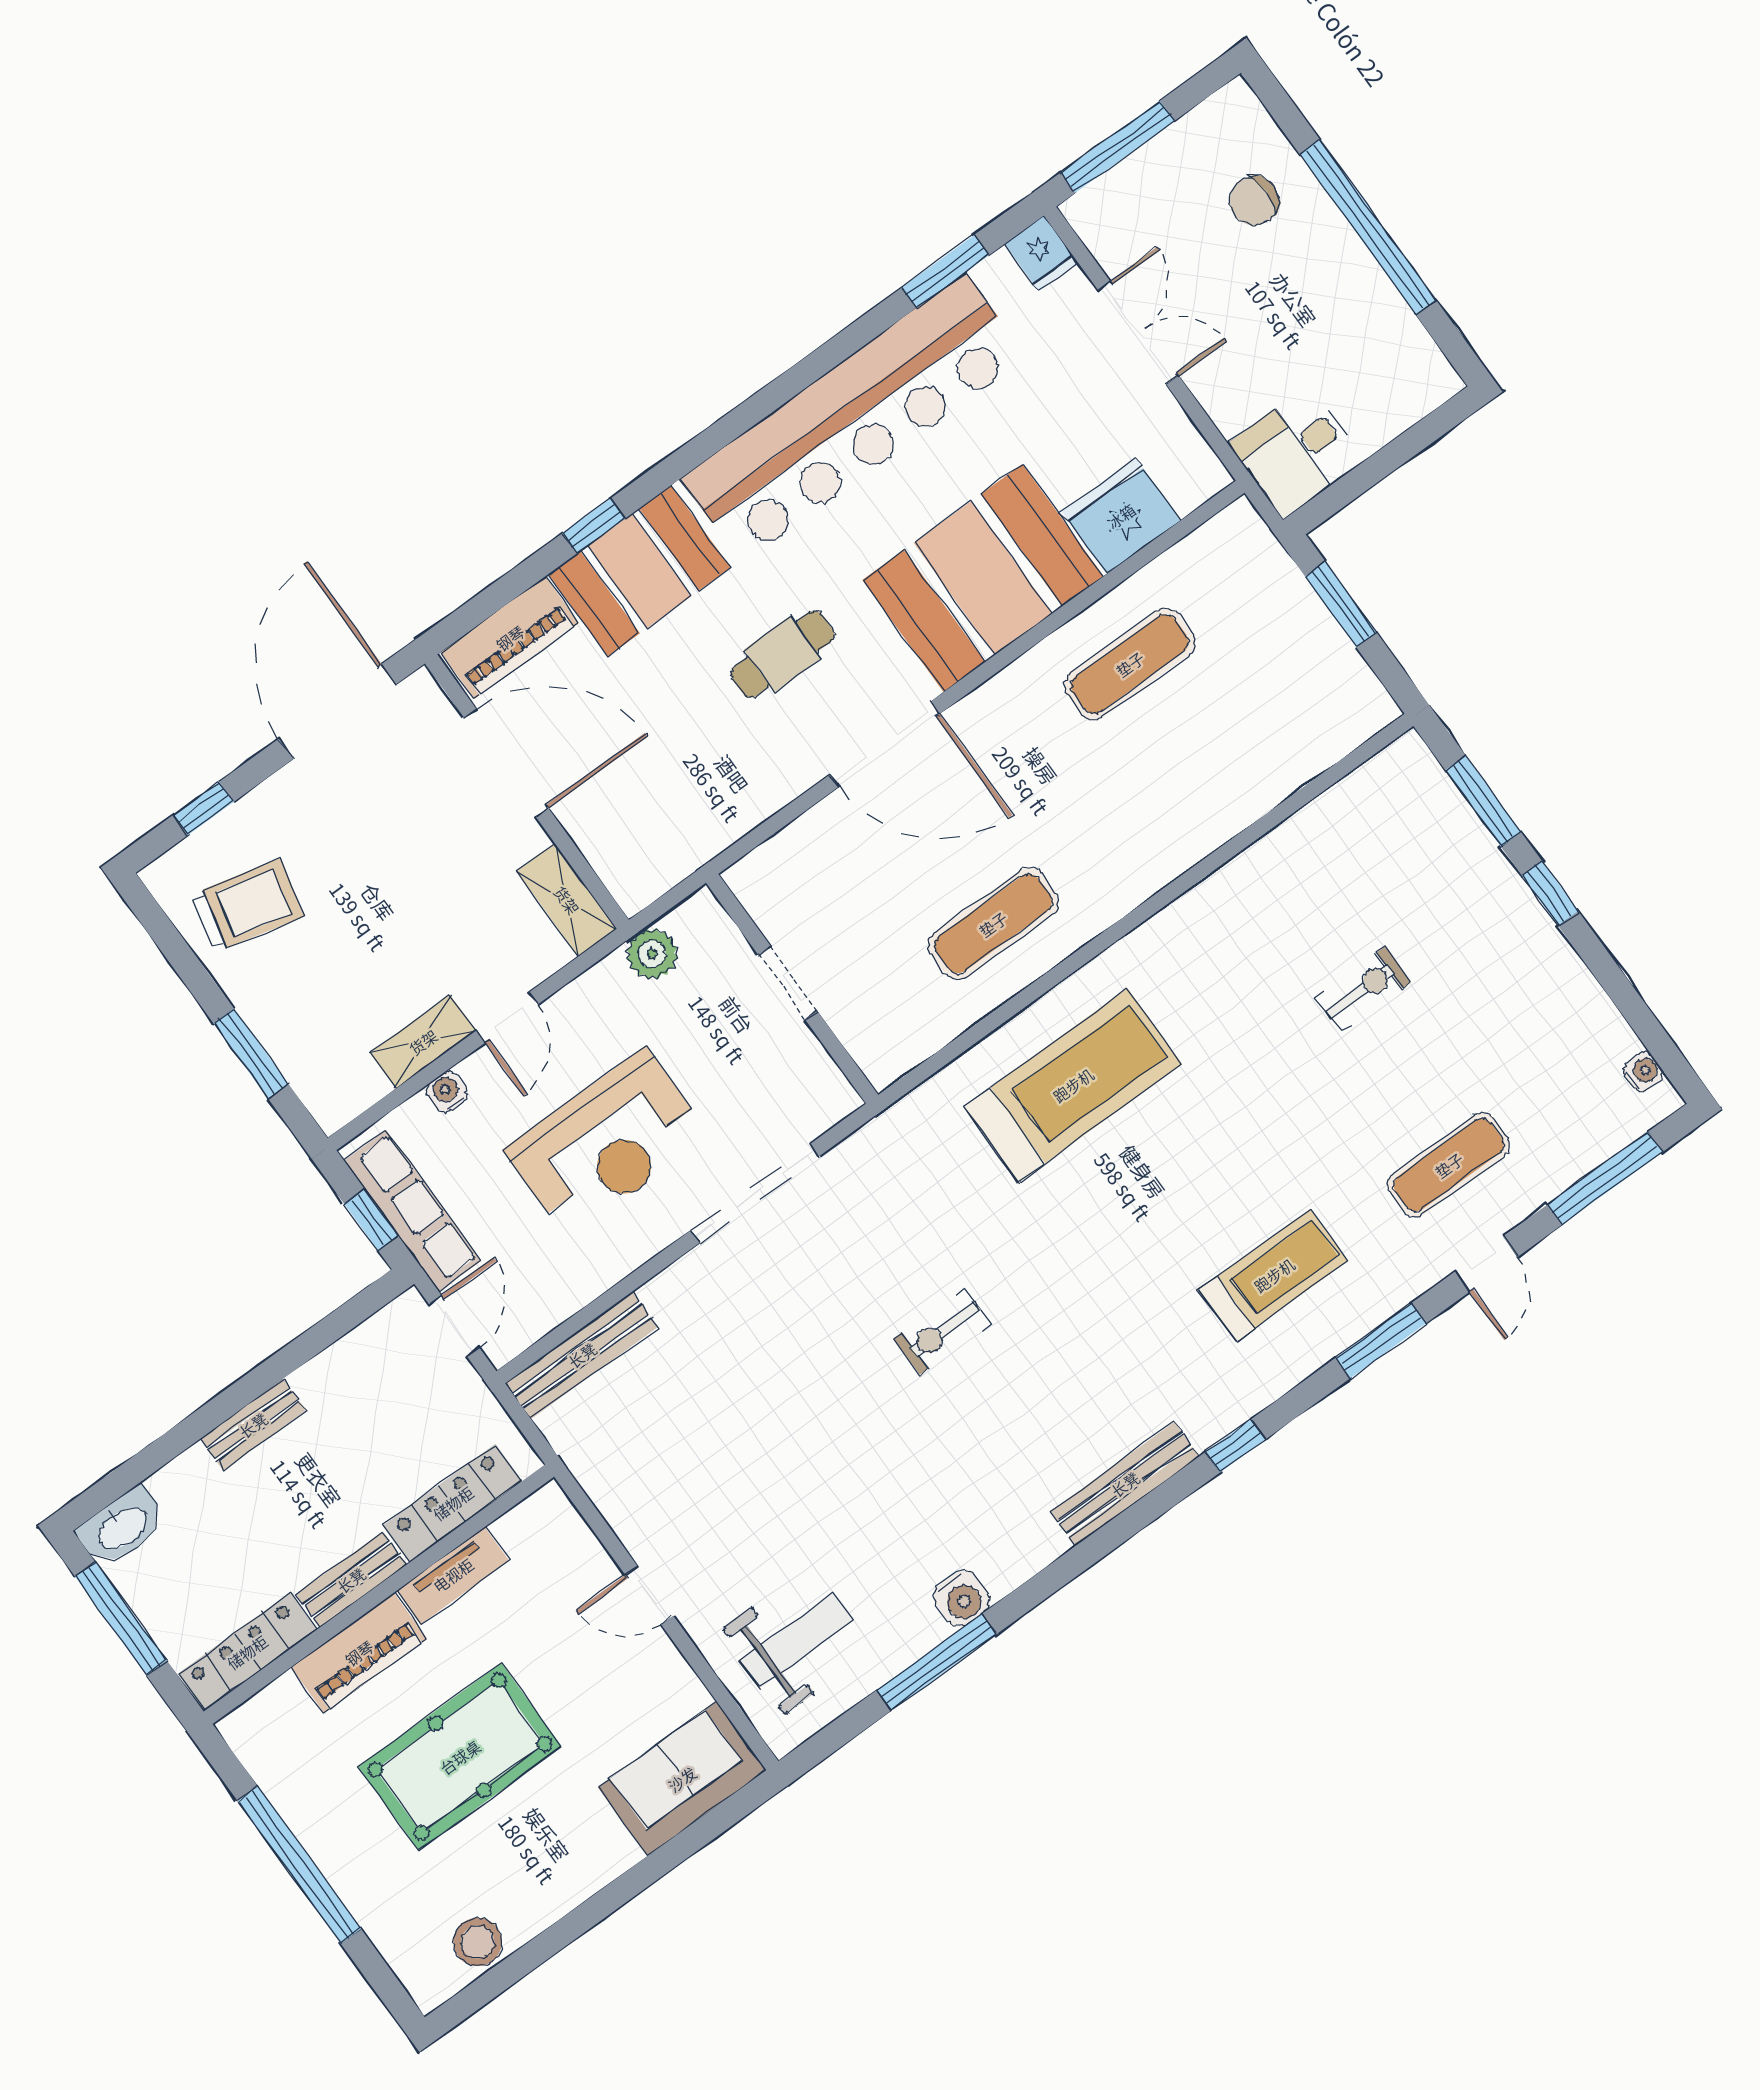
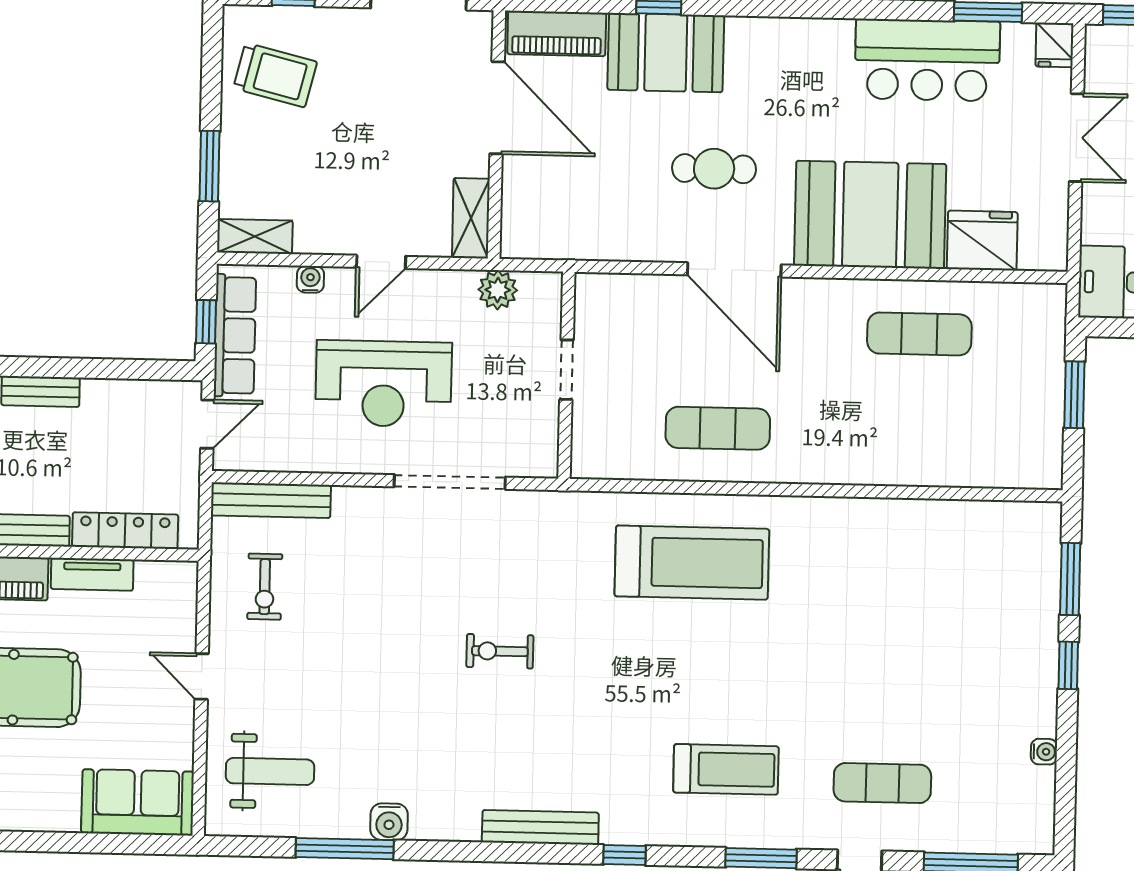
bar counter: (854, 418) -> (927, 60), width x0.54
exercise bike: (1363, 990) -> (265, 587), moved, turned 90
shelving: (423, 1042) -> (255, 237), moved
water cooler: (1643, 1072) -> (1044, 752), moved

